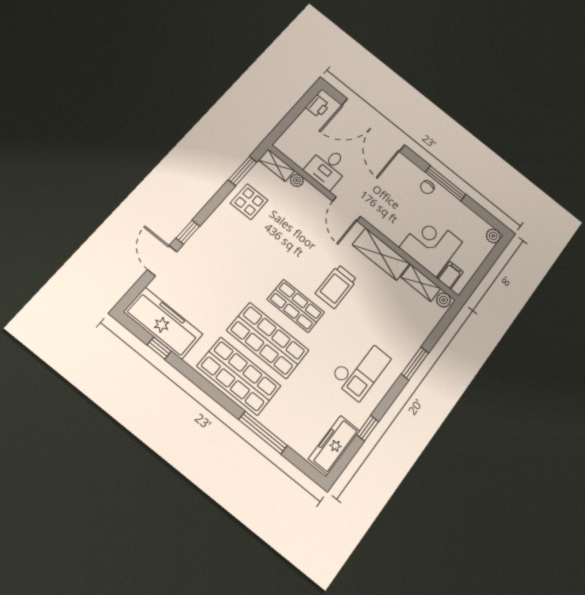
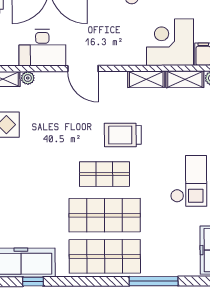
desk: (328, 167) -> (42, 48), width x1.37
shelving: (381, 254) -> (146, 79), width x0.67, depth x0.75
trolley: (336, 286) -> (123, 135), turned 90

